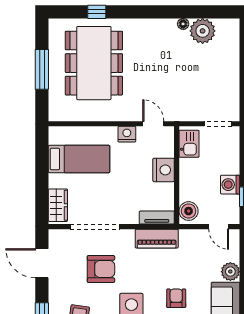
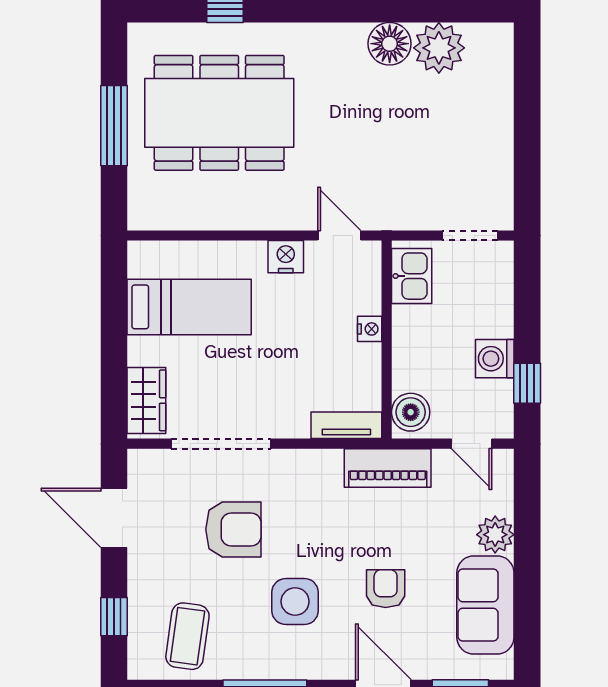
floor lamp: (183, 24) -> (390, 44), width x1.89, depth x1.89
dining table: (94, 63) -> (219, 113), turned 90
nightstand: (164, 170) -> (370, 329), width x0.53, depth x0.56
piano: (157, 239) -> (388, 468), moved

